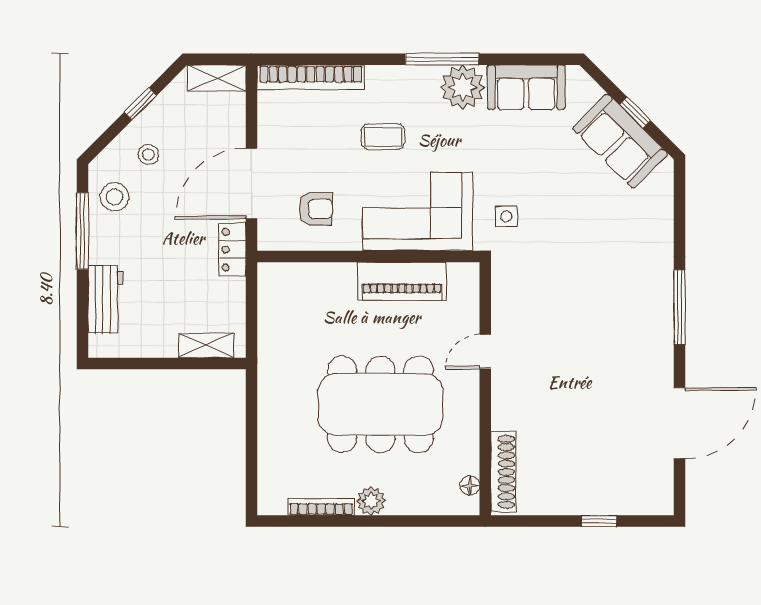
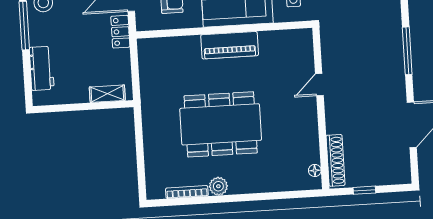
door: (485, 351) -> (319, 85), moved
wall: (485, 389) -> (321, 108), moved
shoe rack: (503, 472) -> (335, 160), moved
floor lamp: (470, 486) -> (315, 170), moved

